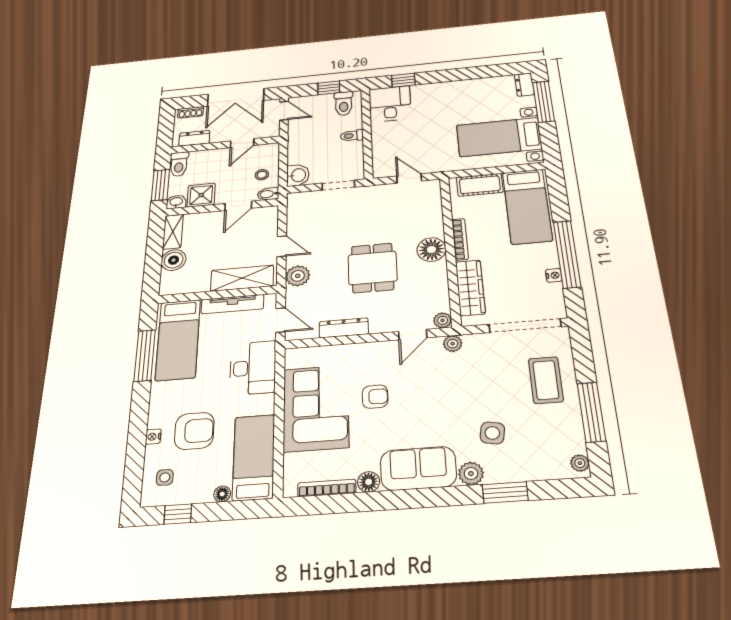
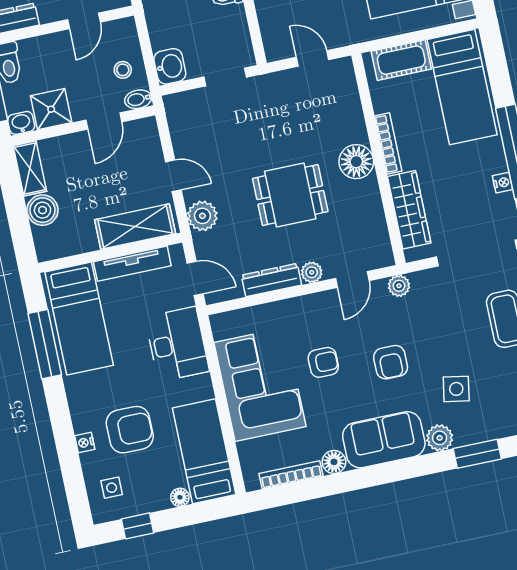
dining table: (372, 268) -> (290, 195), turned 90
plant: (443, 320) -> (312, 272), moved
armchair: (435, 403) -> (391, 362), added

